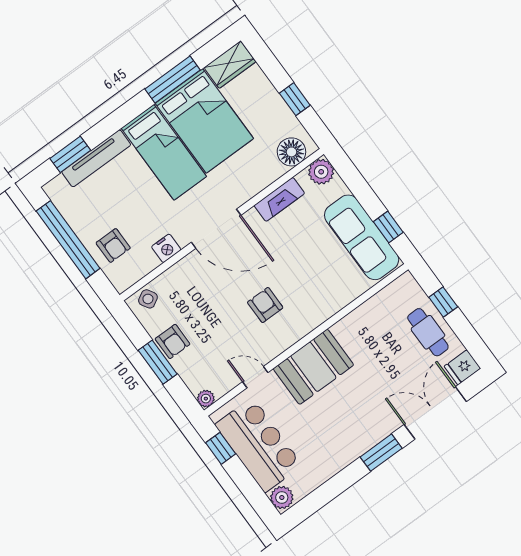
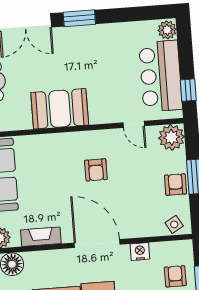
booth: (313, 367) -> (60, 109), moved
plant: (206, 399) -> (171, 137), width x1.88, depth x1.88

